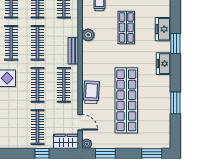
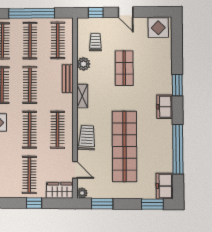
freezer: (163, 29) -> (165, 186), moved
plant: (88, 35) -> (84, 64), moved
bench: (73, 51) -> (68, 79), moved
shelving: (87, 53) -> (82, 96), added
window: (175, 103) -> (178, 149), width x2.11

